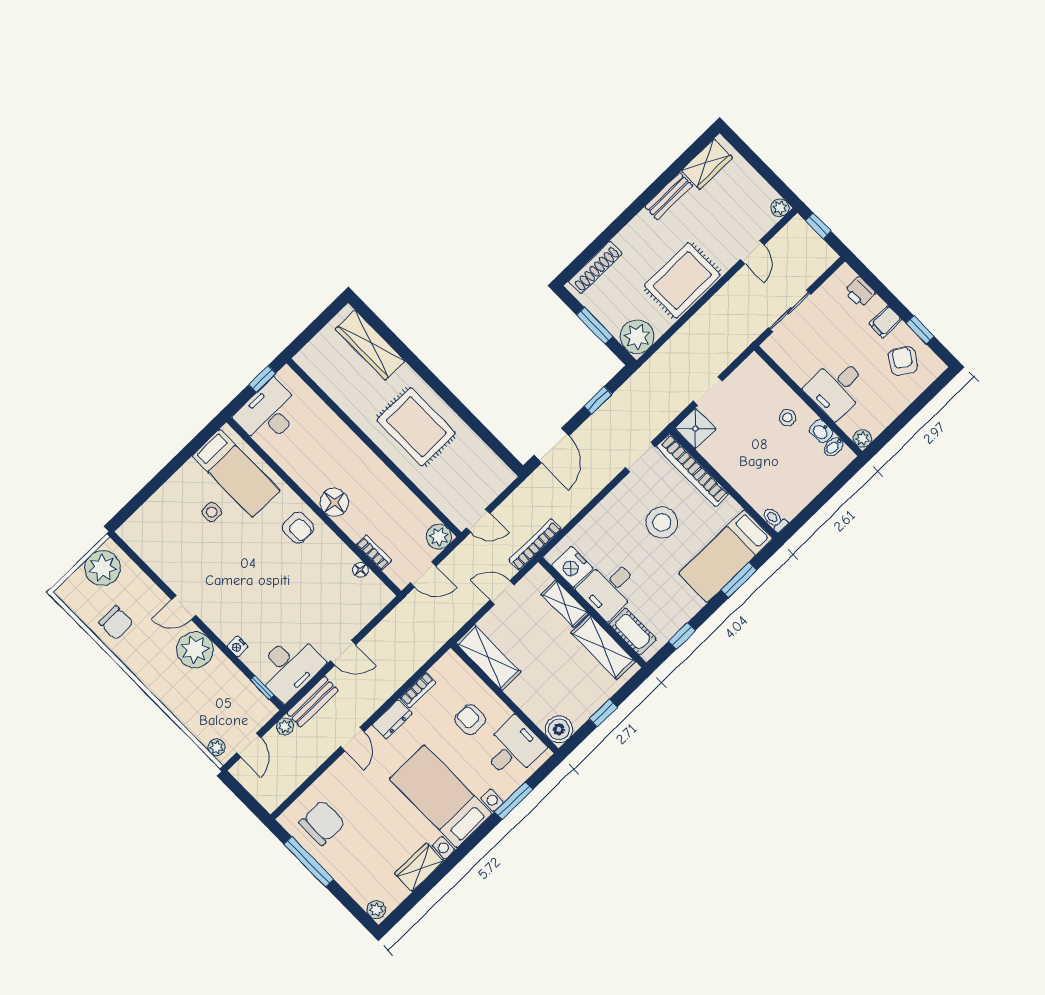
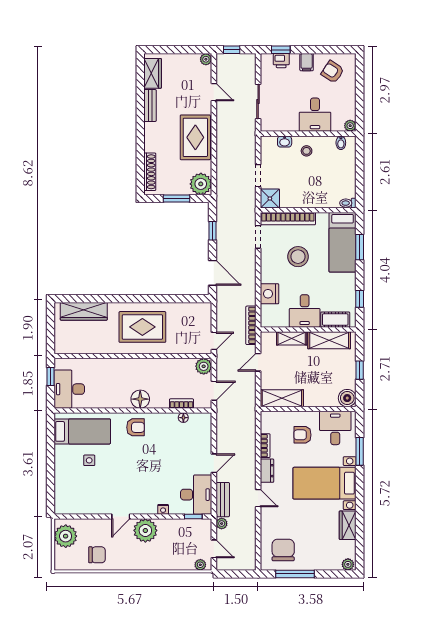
window: (920, 330) -> (281, 50), moved
washbasin: (821, 431) -> (285, 142), moved
nightstand: (572, 567) -> (269, 294), moved, turned 90

